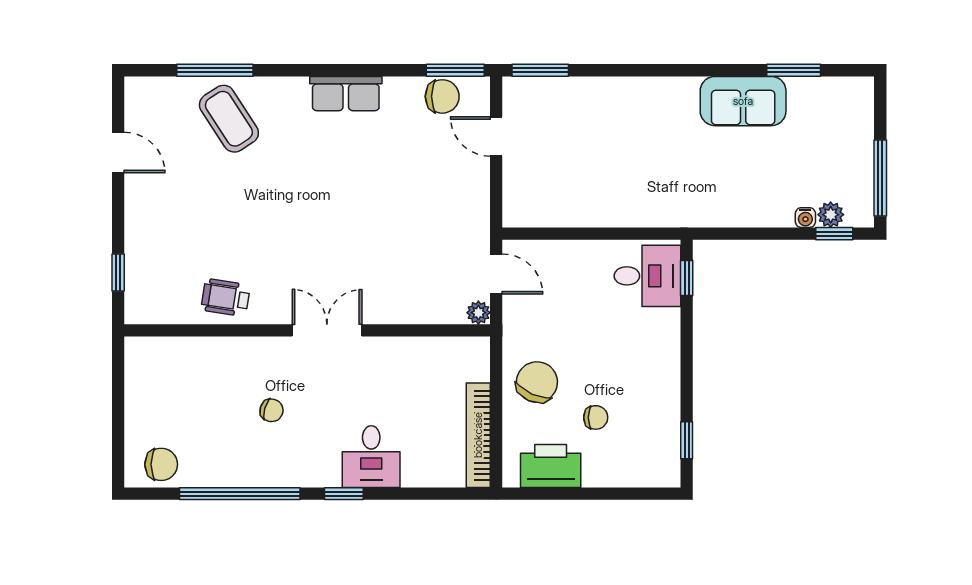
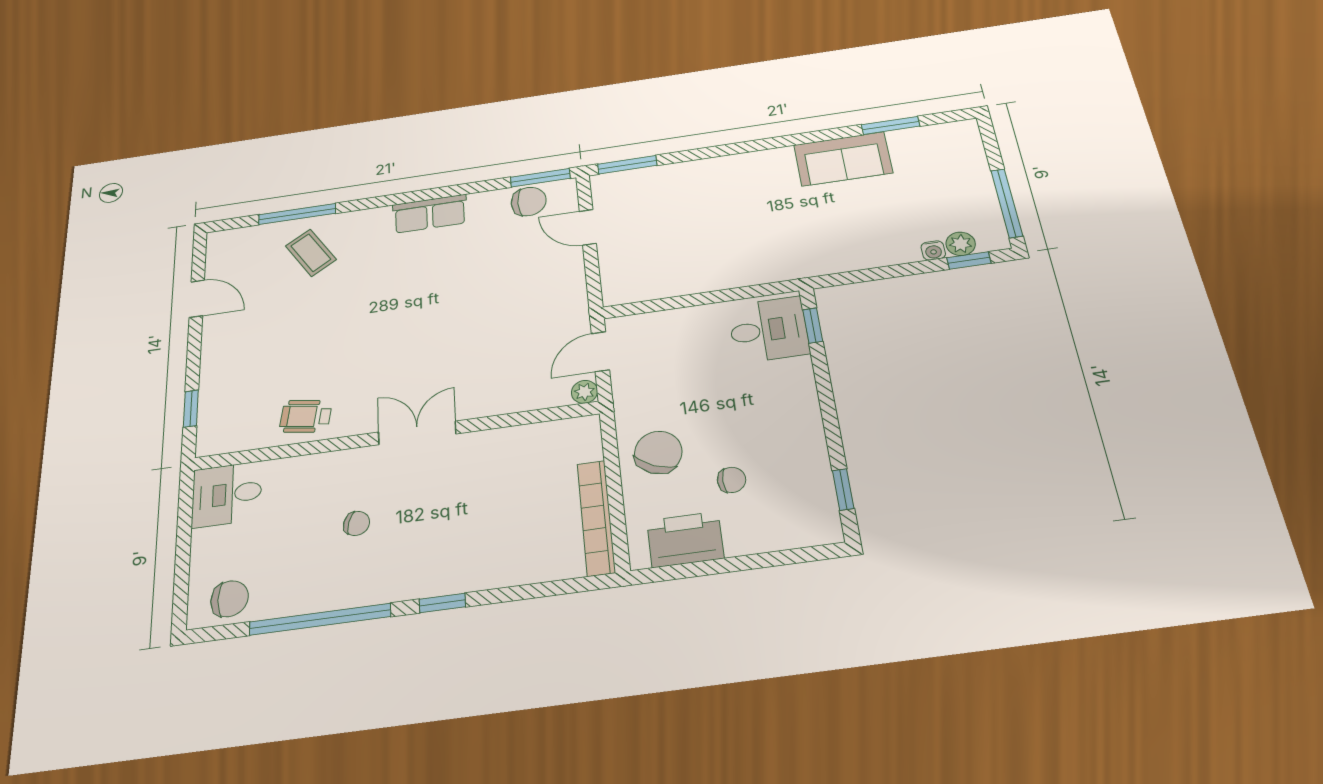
coffee table: (229, 119) -> (311, 253), width x0.73, depth x0.77
door: (496, 274) -> (600, 352), swing flipped
desk: (371, 457) -> (227, 494), moved, turned 90

